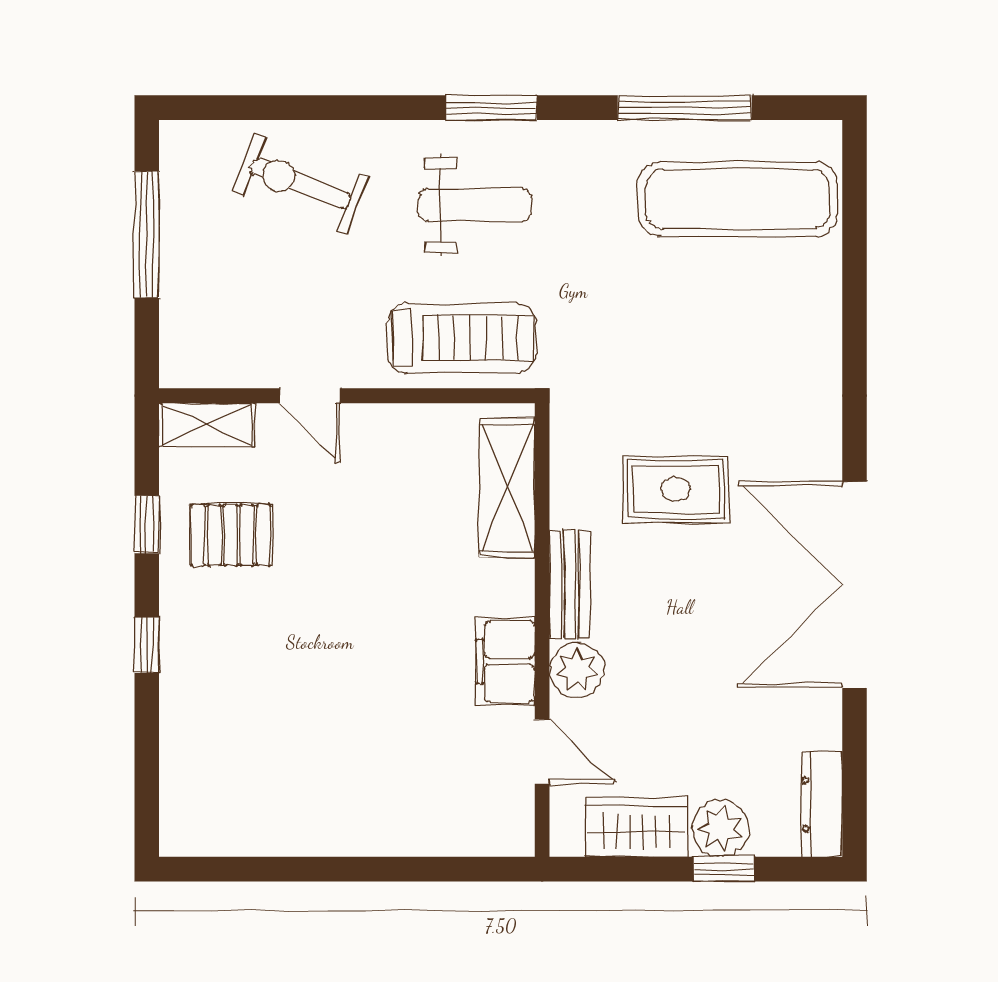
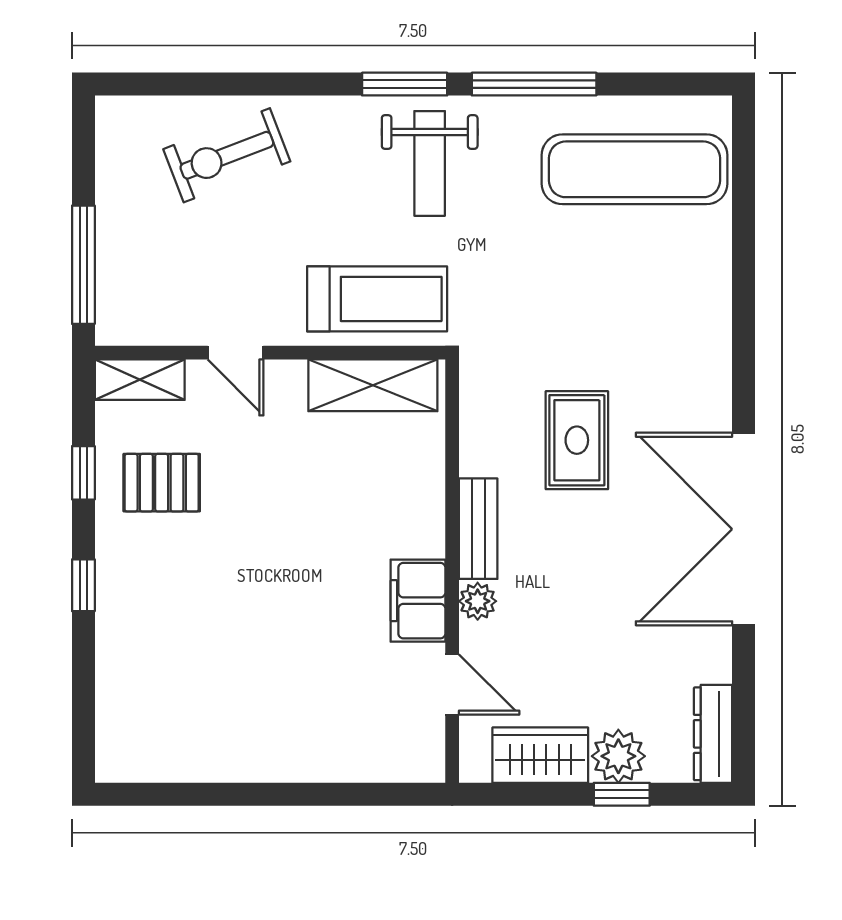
window: (685, 108) -> (534, 84), moved
exercise bike: (301, 184) -> (227, 155), turned -42
weight bench: (475, 205) -> (430, 163), moved, turned 90
window: (147, 235) -> (83, 265), moved
shelving: (507, 488) -> (373, 385), moved, turned 90
rug: (676, 490) -> (577, 440), turned 90
plant: (577, 670) -> (478, 601), width x0.73, depth x0.73

